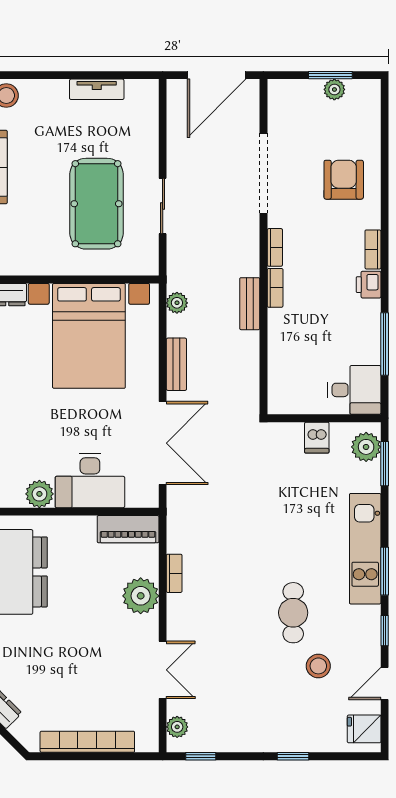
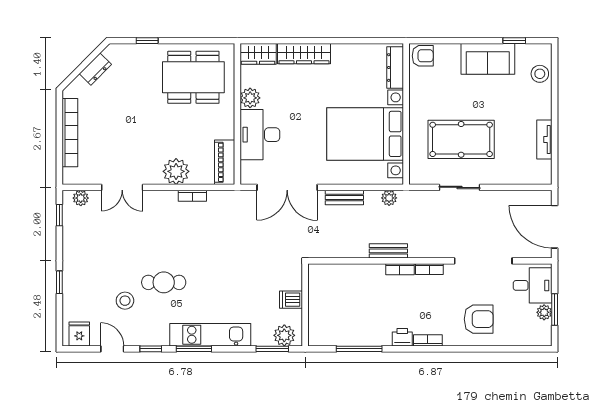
desk: (354, 390) -> (533, 285), moved, turned -90

